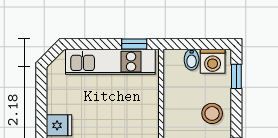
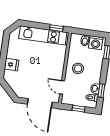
stool: (212, 113) -> (78, 68), moved

